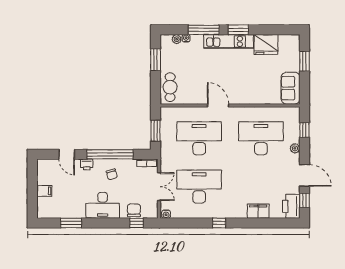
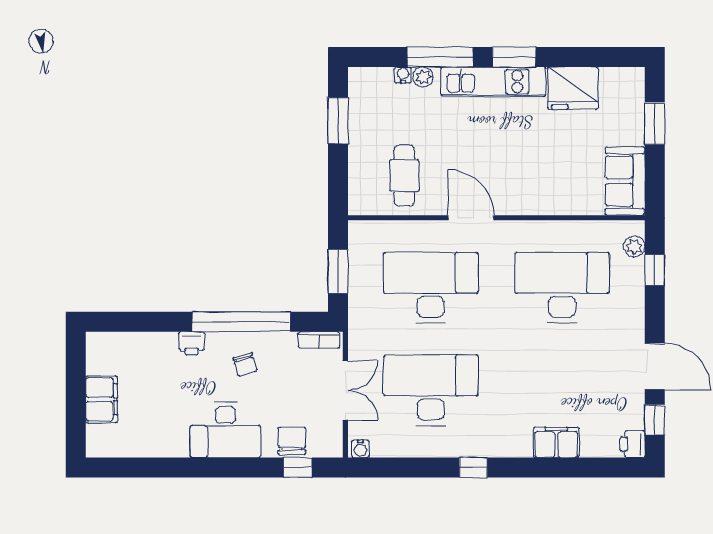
plant: (177, 39) -> (423, 77), moved
cafe table: (170, 87) -> (404, 176), moved
plant: (295, 148) -> (634, 247), moved
door: (67, 154) -> (149, 322), removed
filing cabinet: (44, 191) -> (102, 399), width x2.00
printer: (291, 206) -> (632, 444), width x0.53, depth x0.68
window: (71, 223) -> (158, 468), removed

